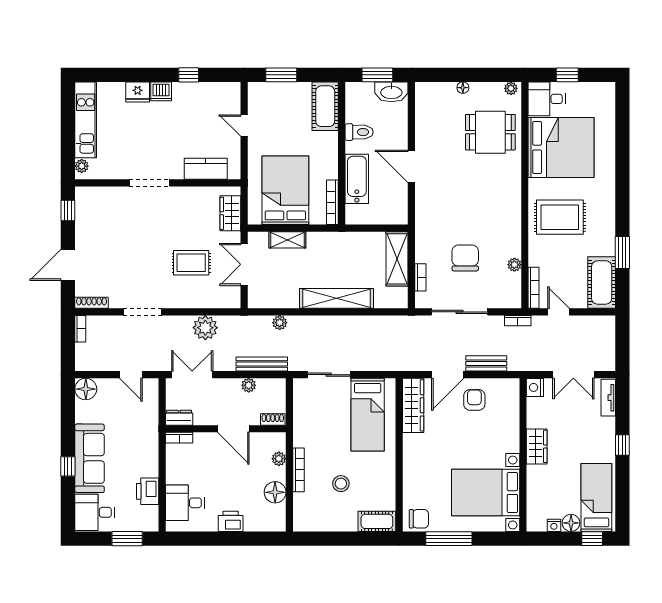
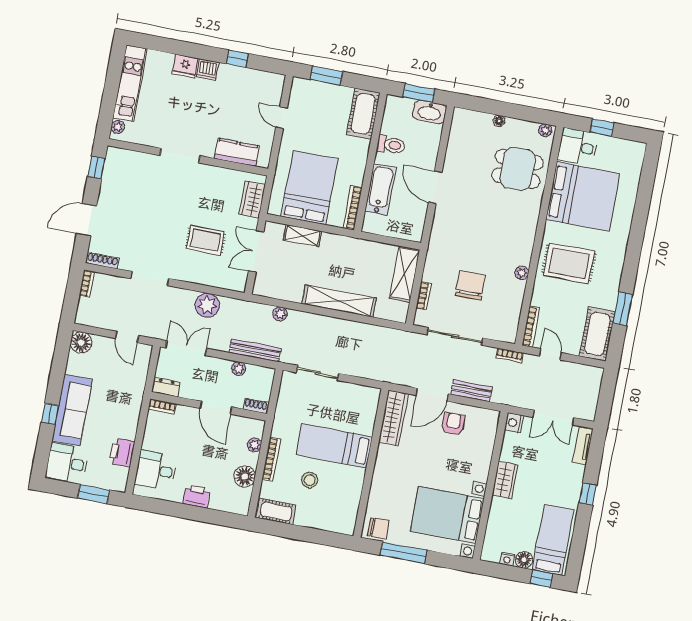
plant: (514, 265) -> (522, 273), moved
bed: (368, 415) -> (334, 446), moved, turned 90
cot: (377, 521) -> (276, 511), moved

